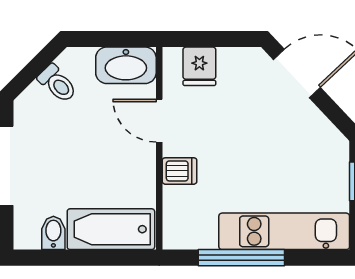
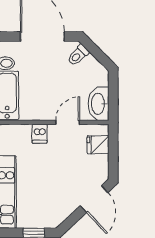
toilet: (57, 84) -> (78, 55), moved

